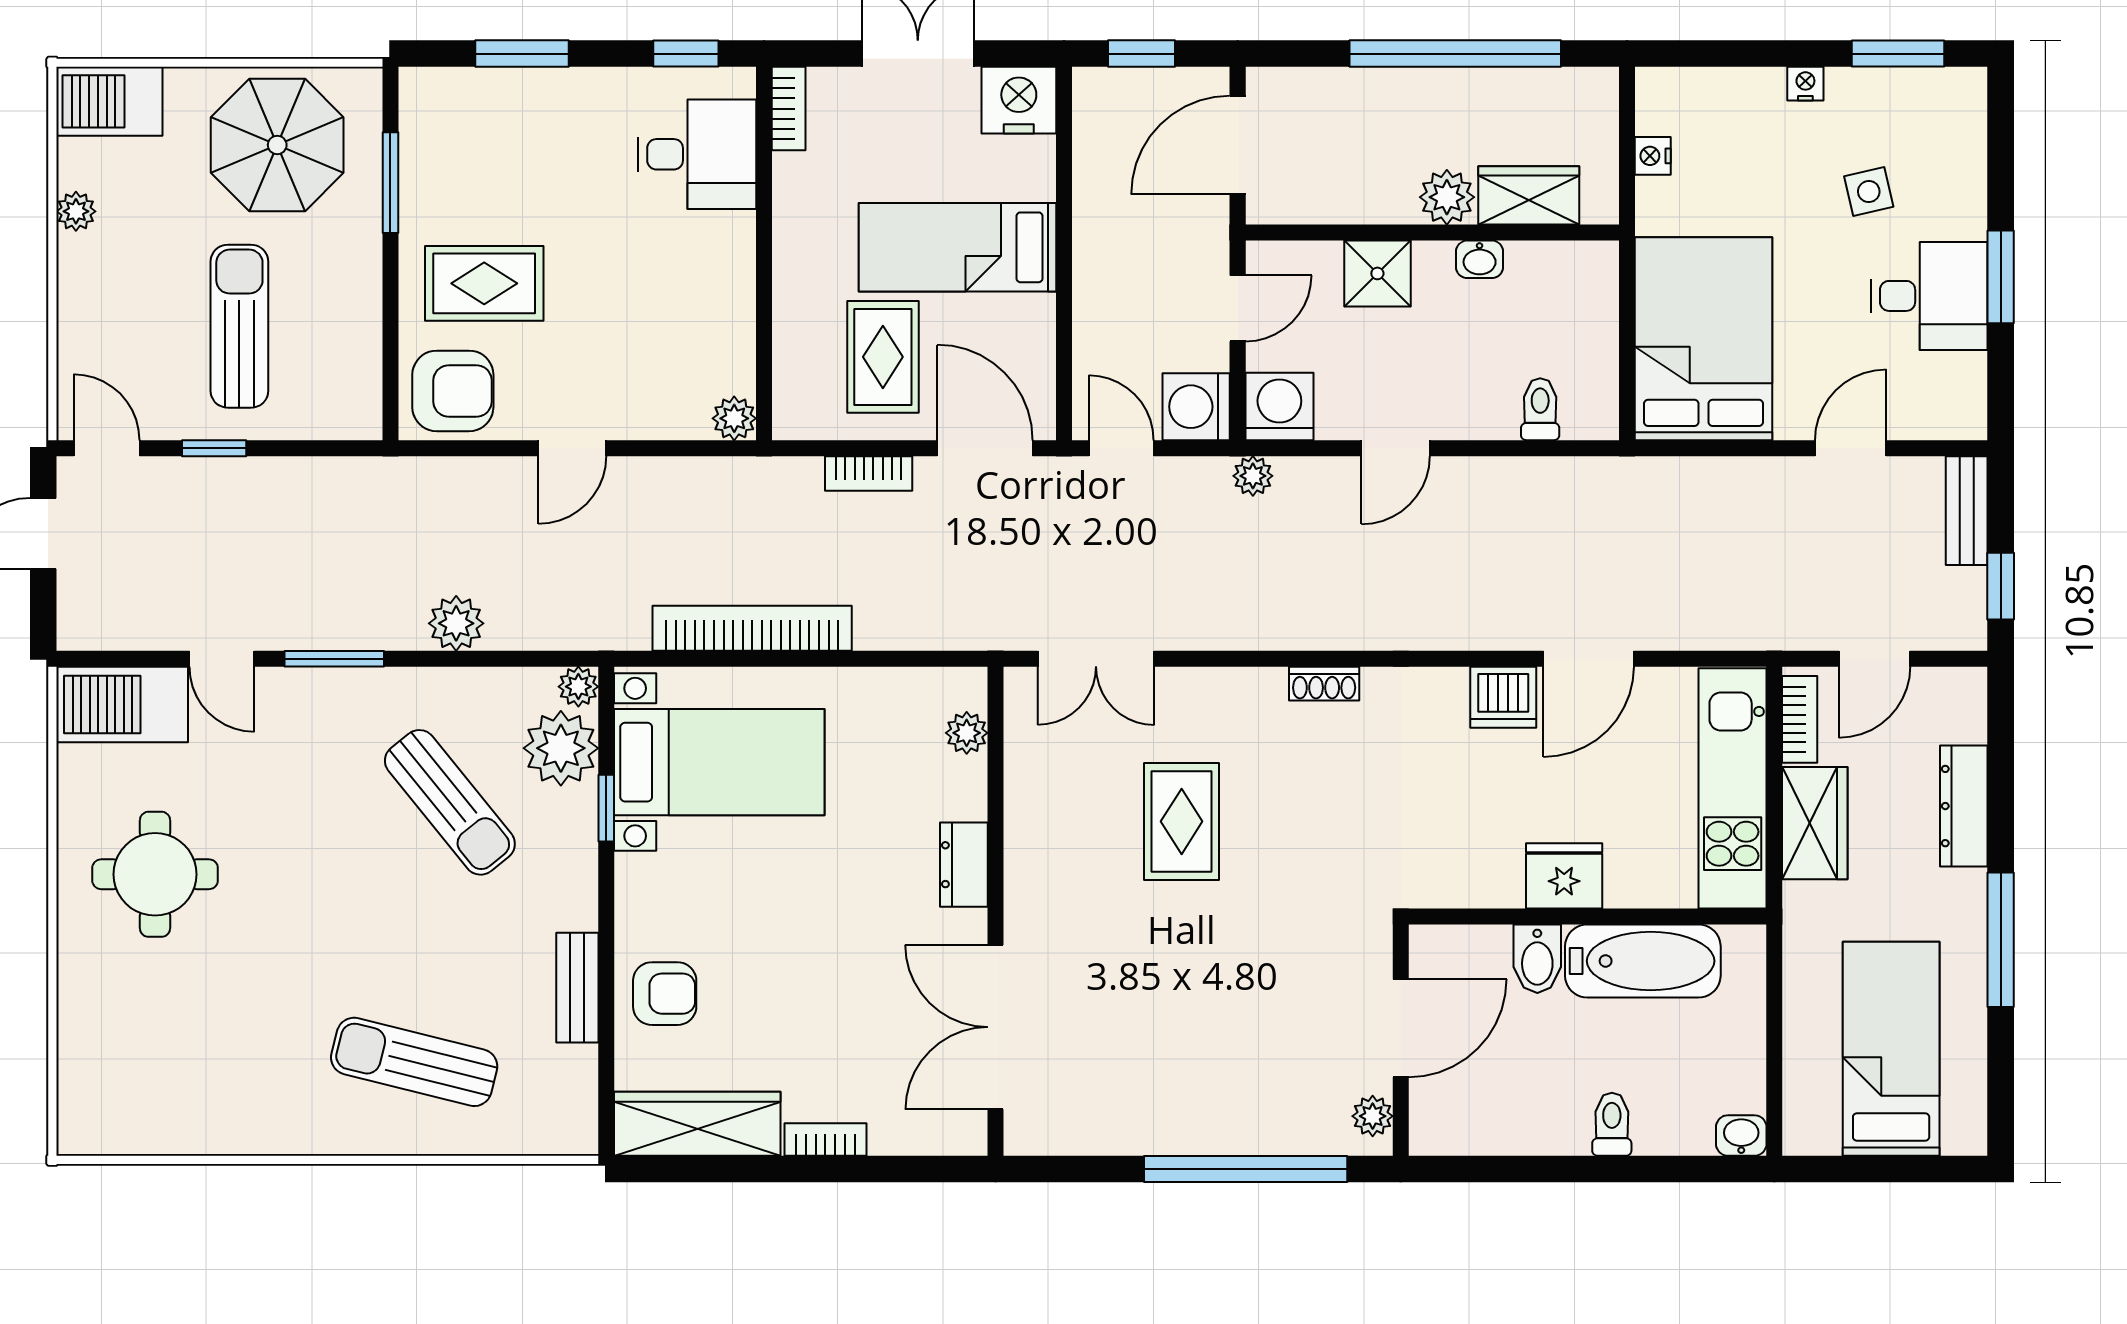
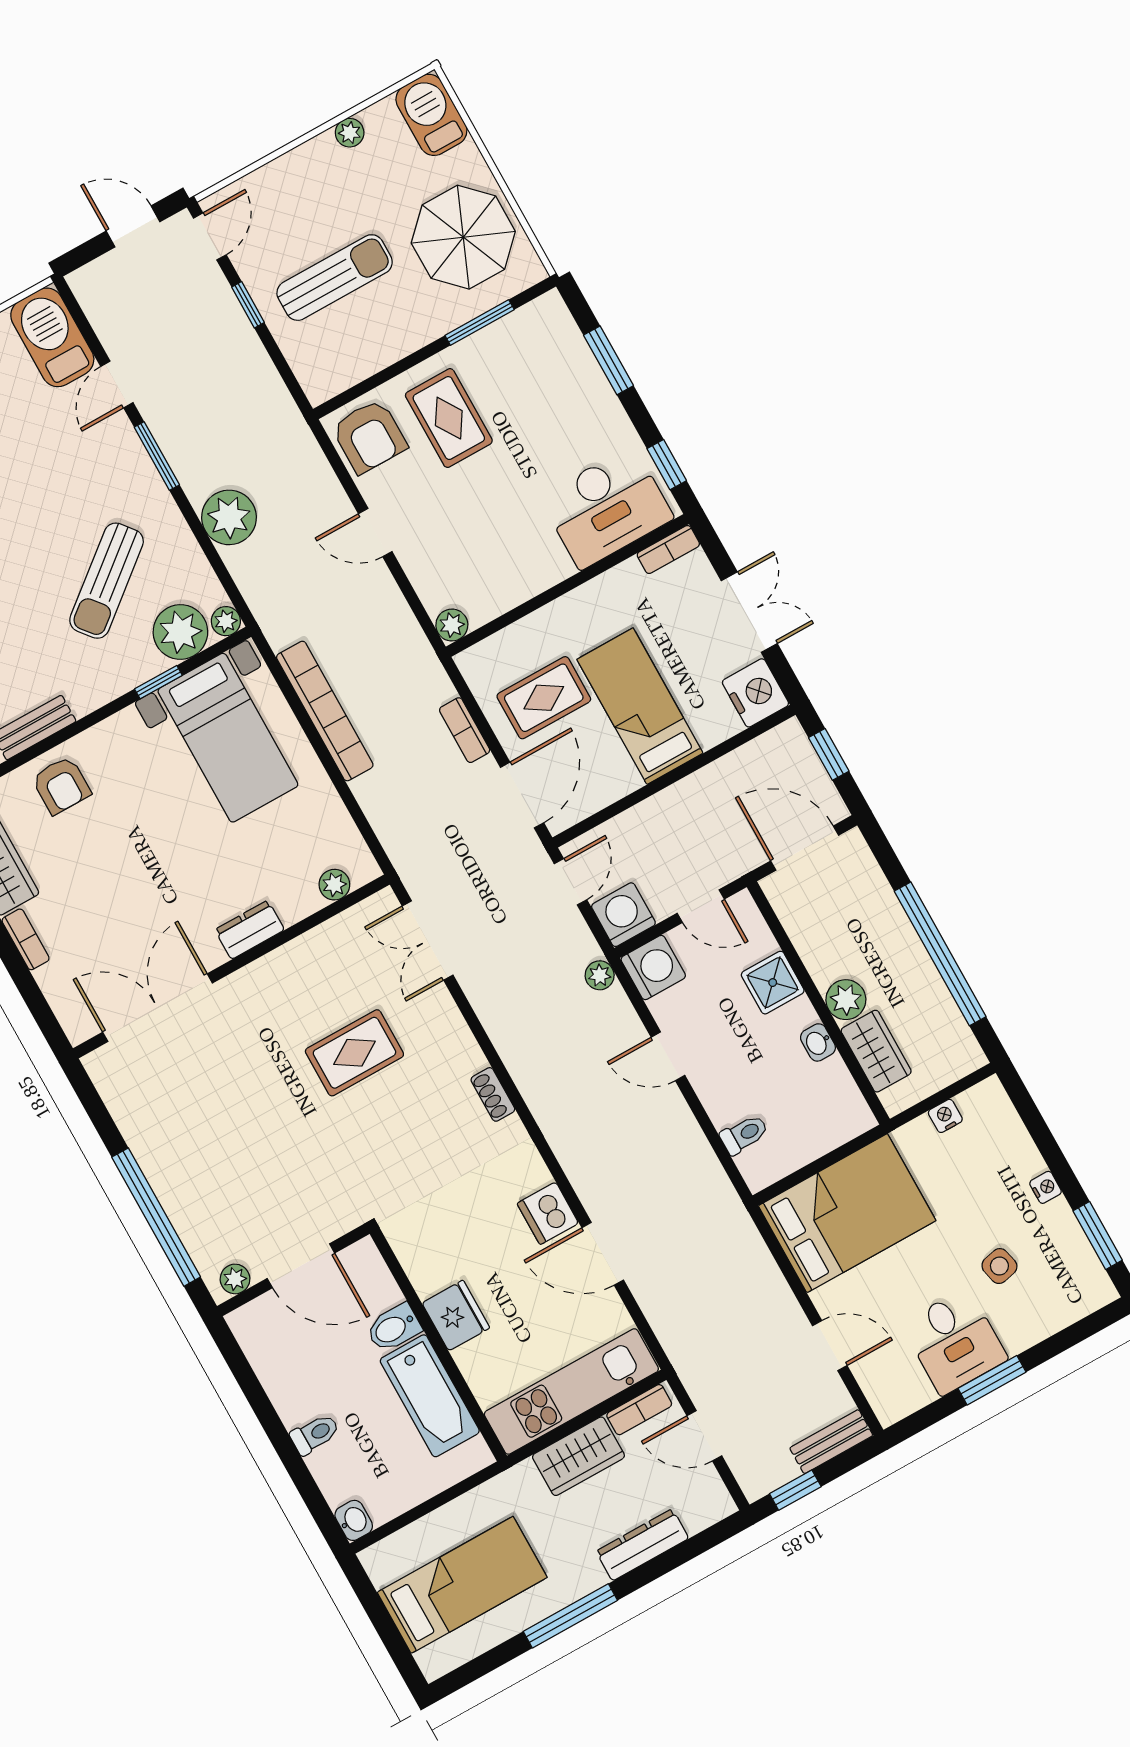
desk: (697, 154) -> (607, 507), width x1.37
plant: (456, 623) -> (229, 517), width x1.36, depth x1.36

